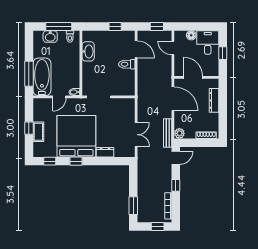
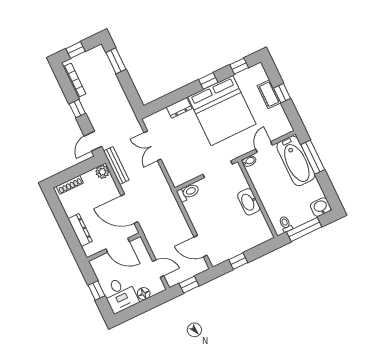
washbasin: (50, 37) -> (321, 207), moved
washbasin: (88, 51) -> (249, 202), moved
toilet: (127, 64) -> (188, 192), moved

